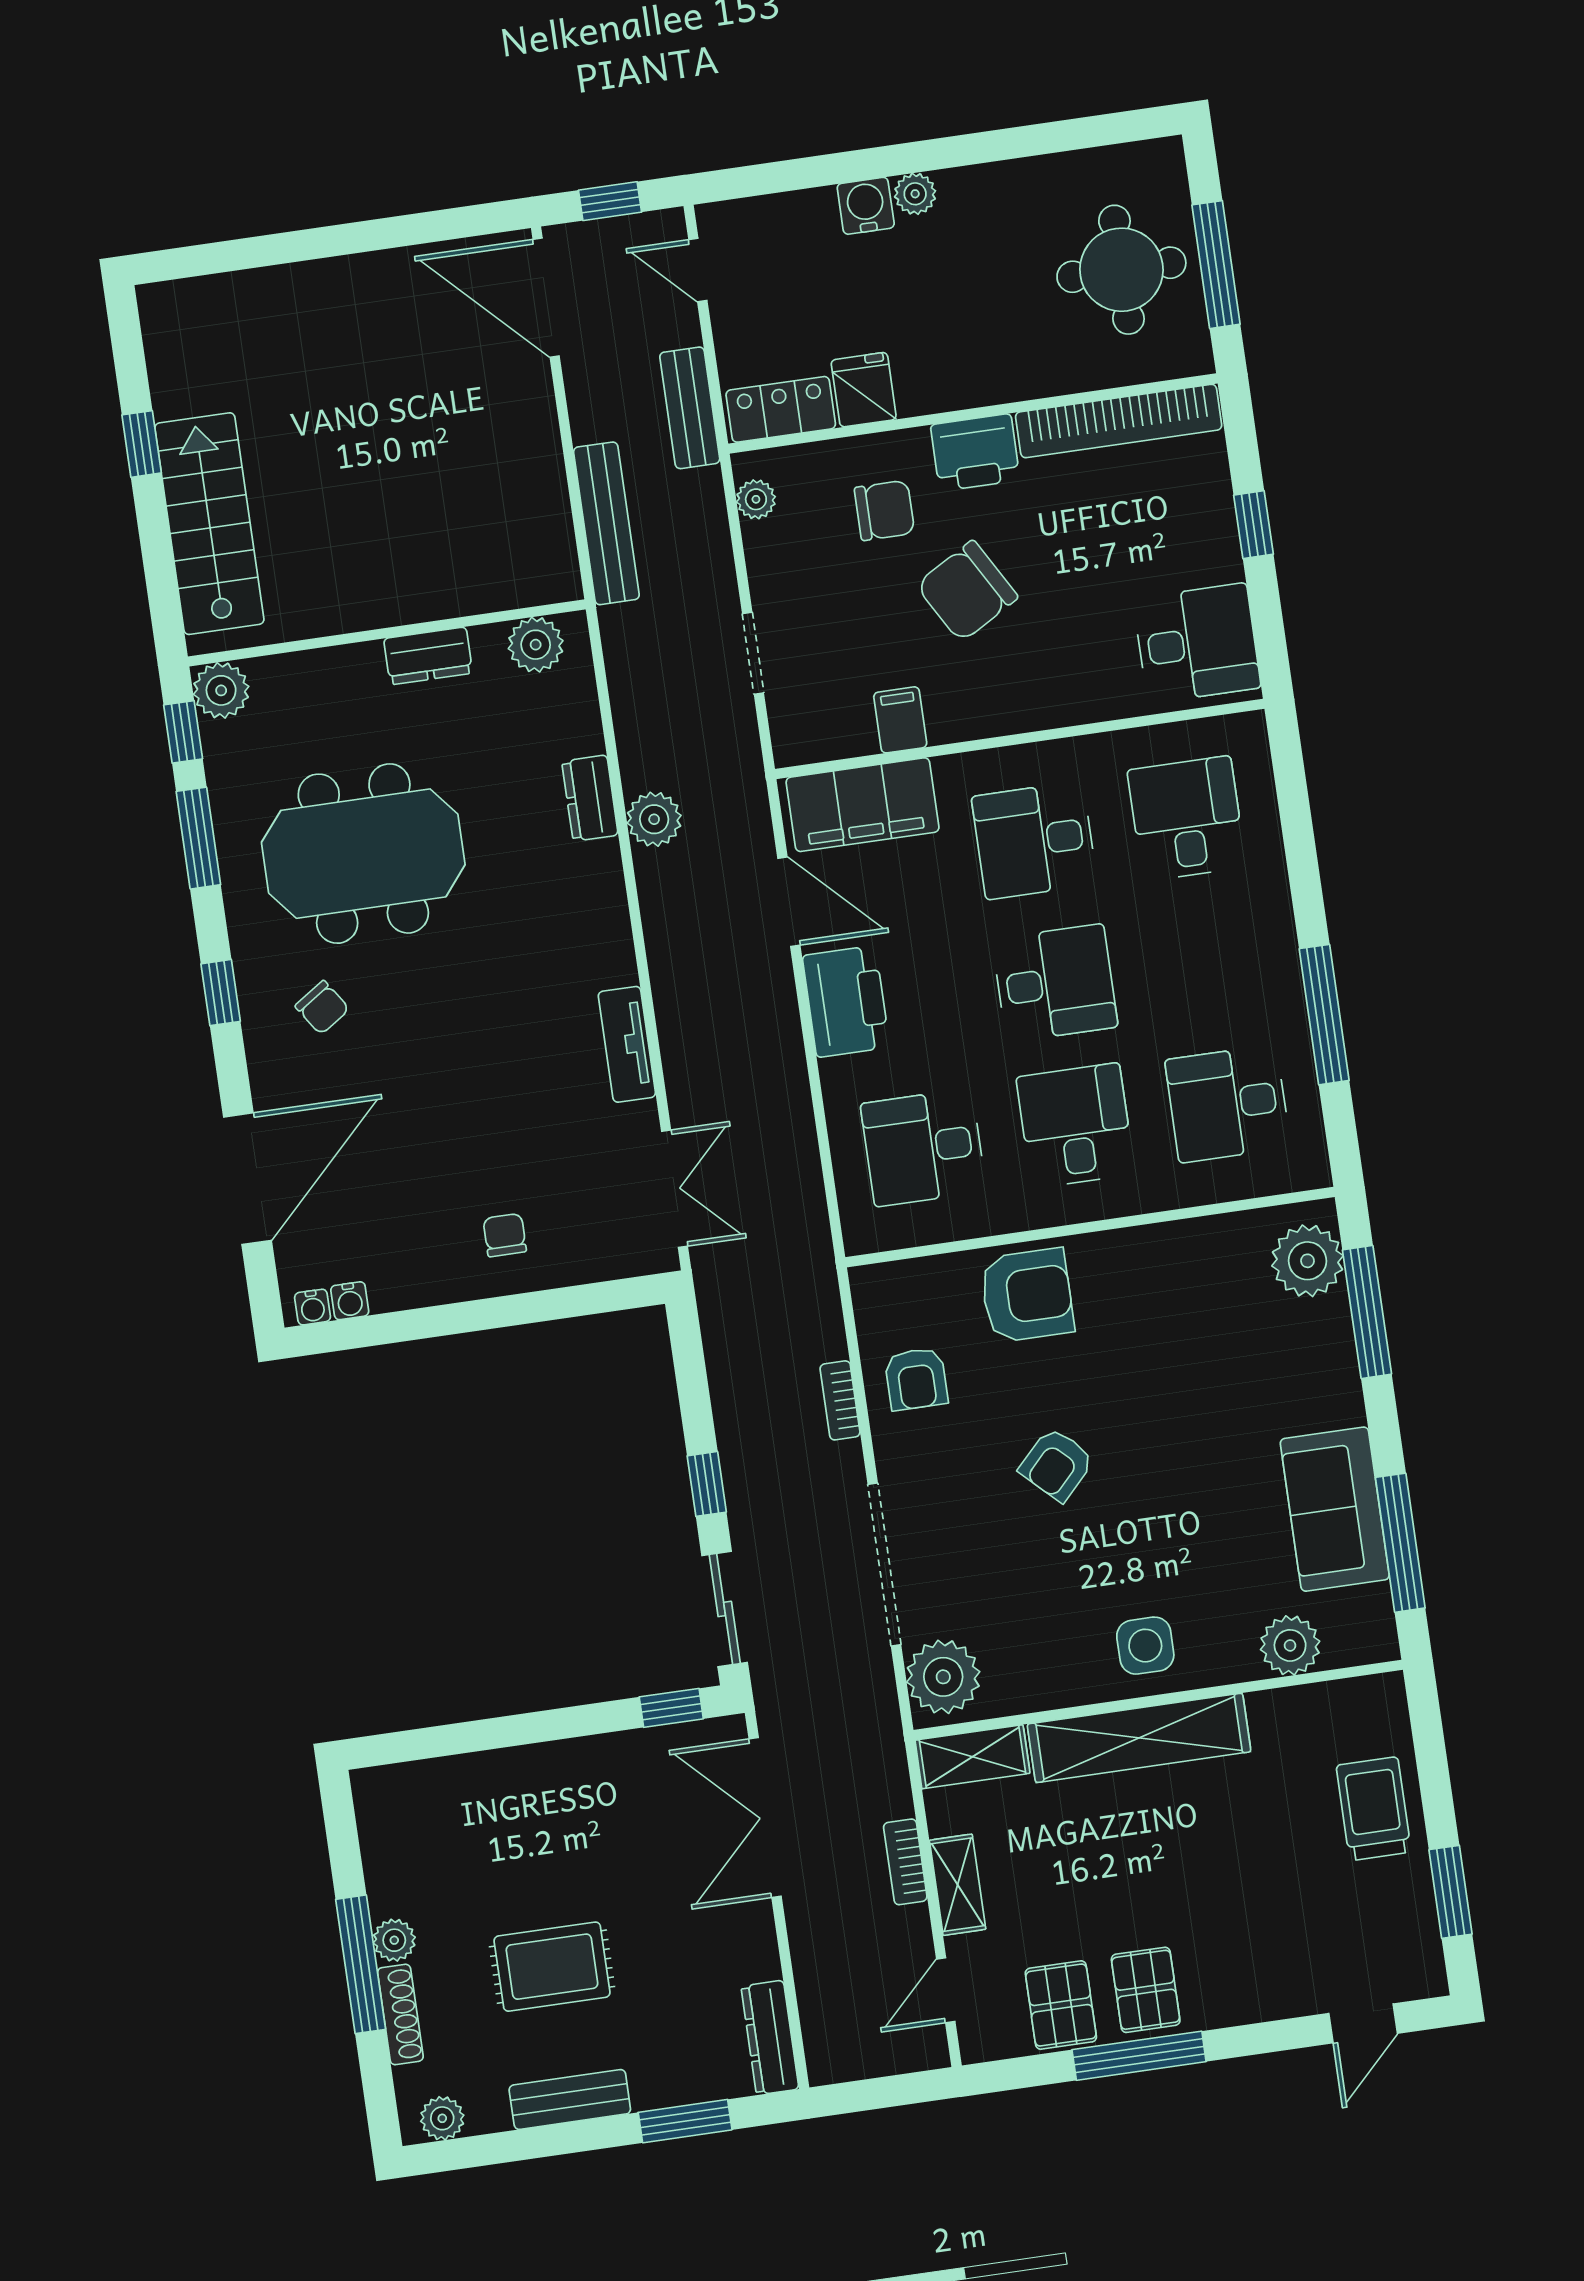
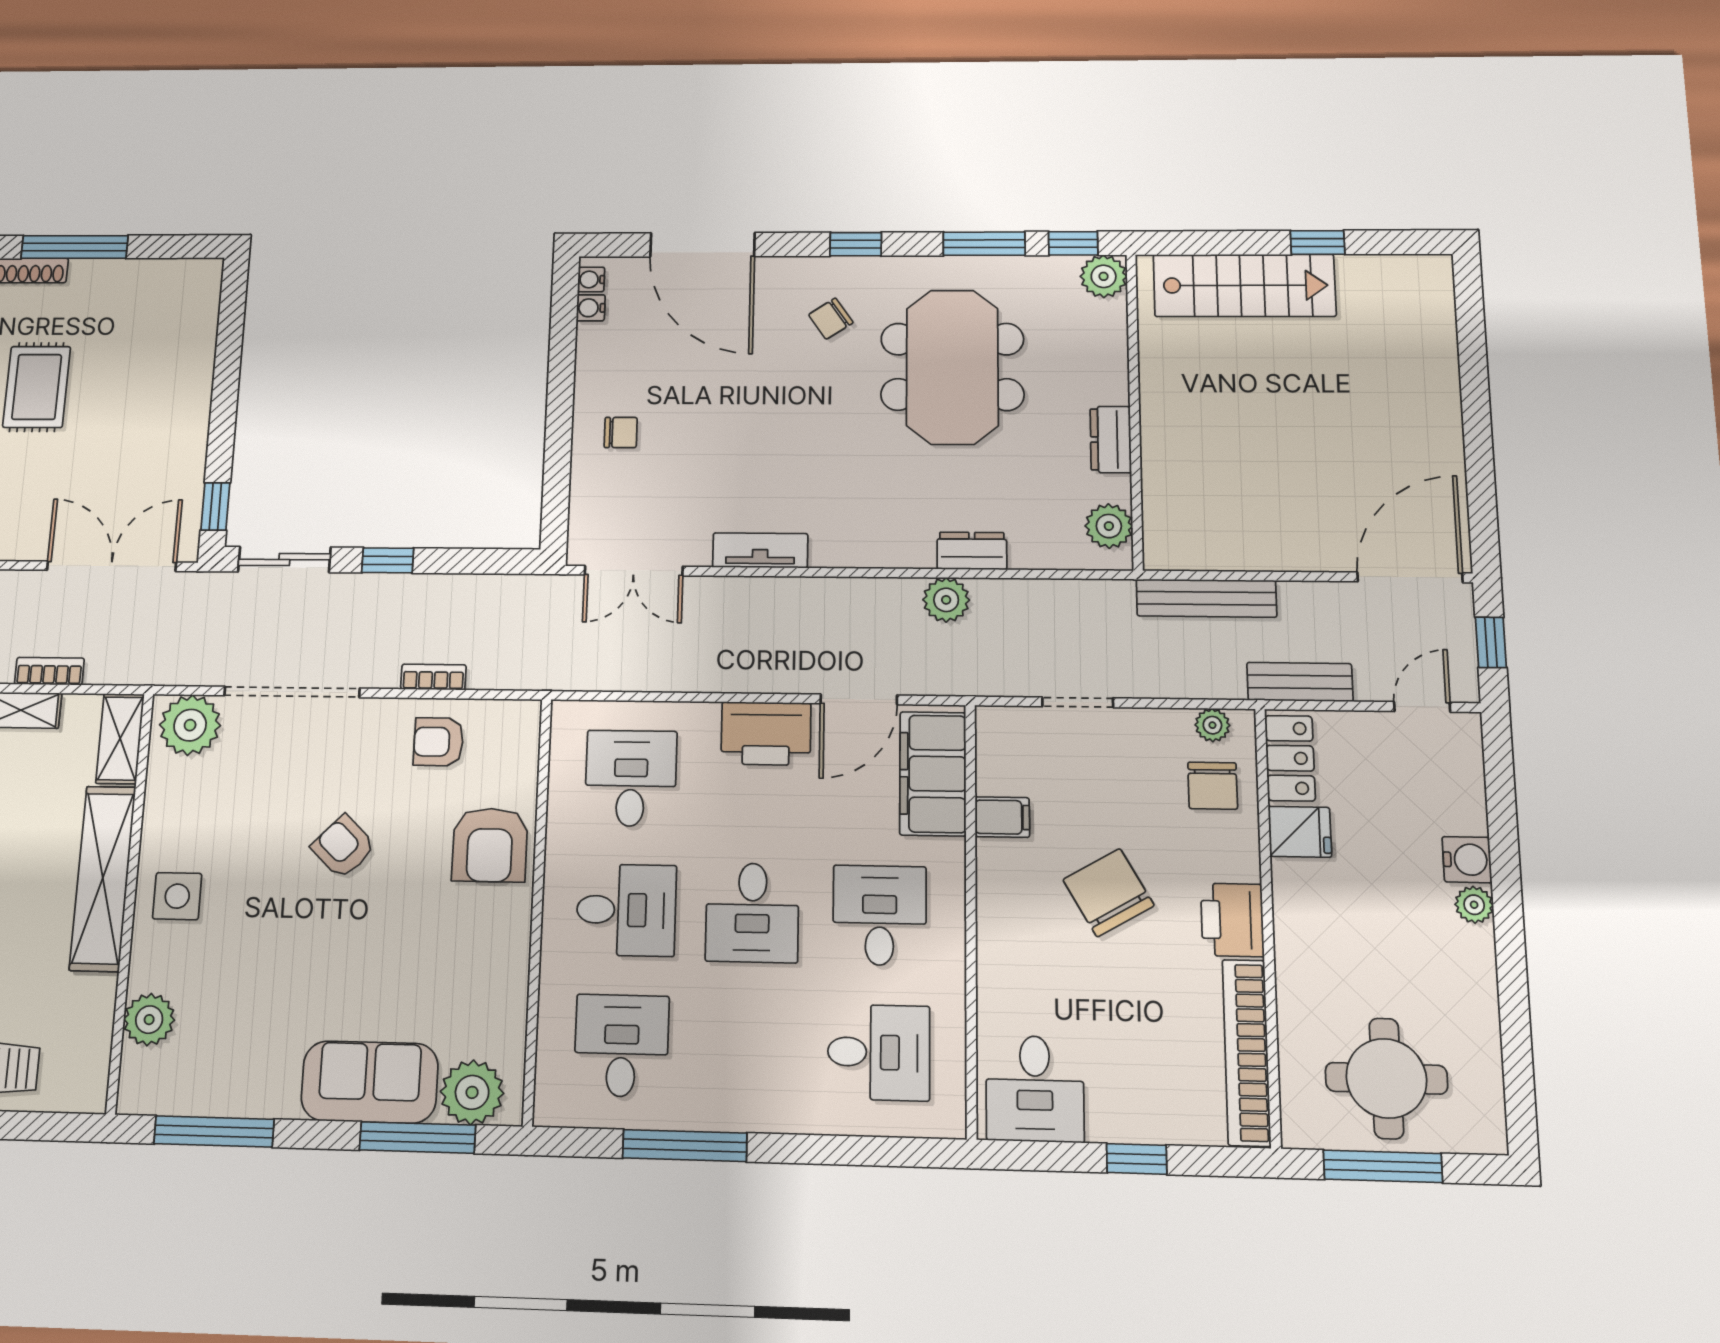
chair: (884, 510) -> (1213, 786), moved
sofa: (1335, 1509) -> (370, 1082), moved
plant: (394, 1940) -> (87, 274), removed

